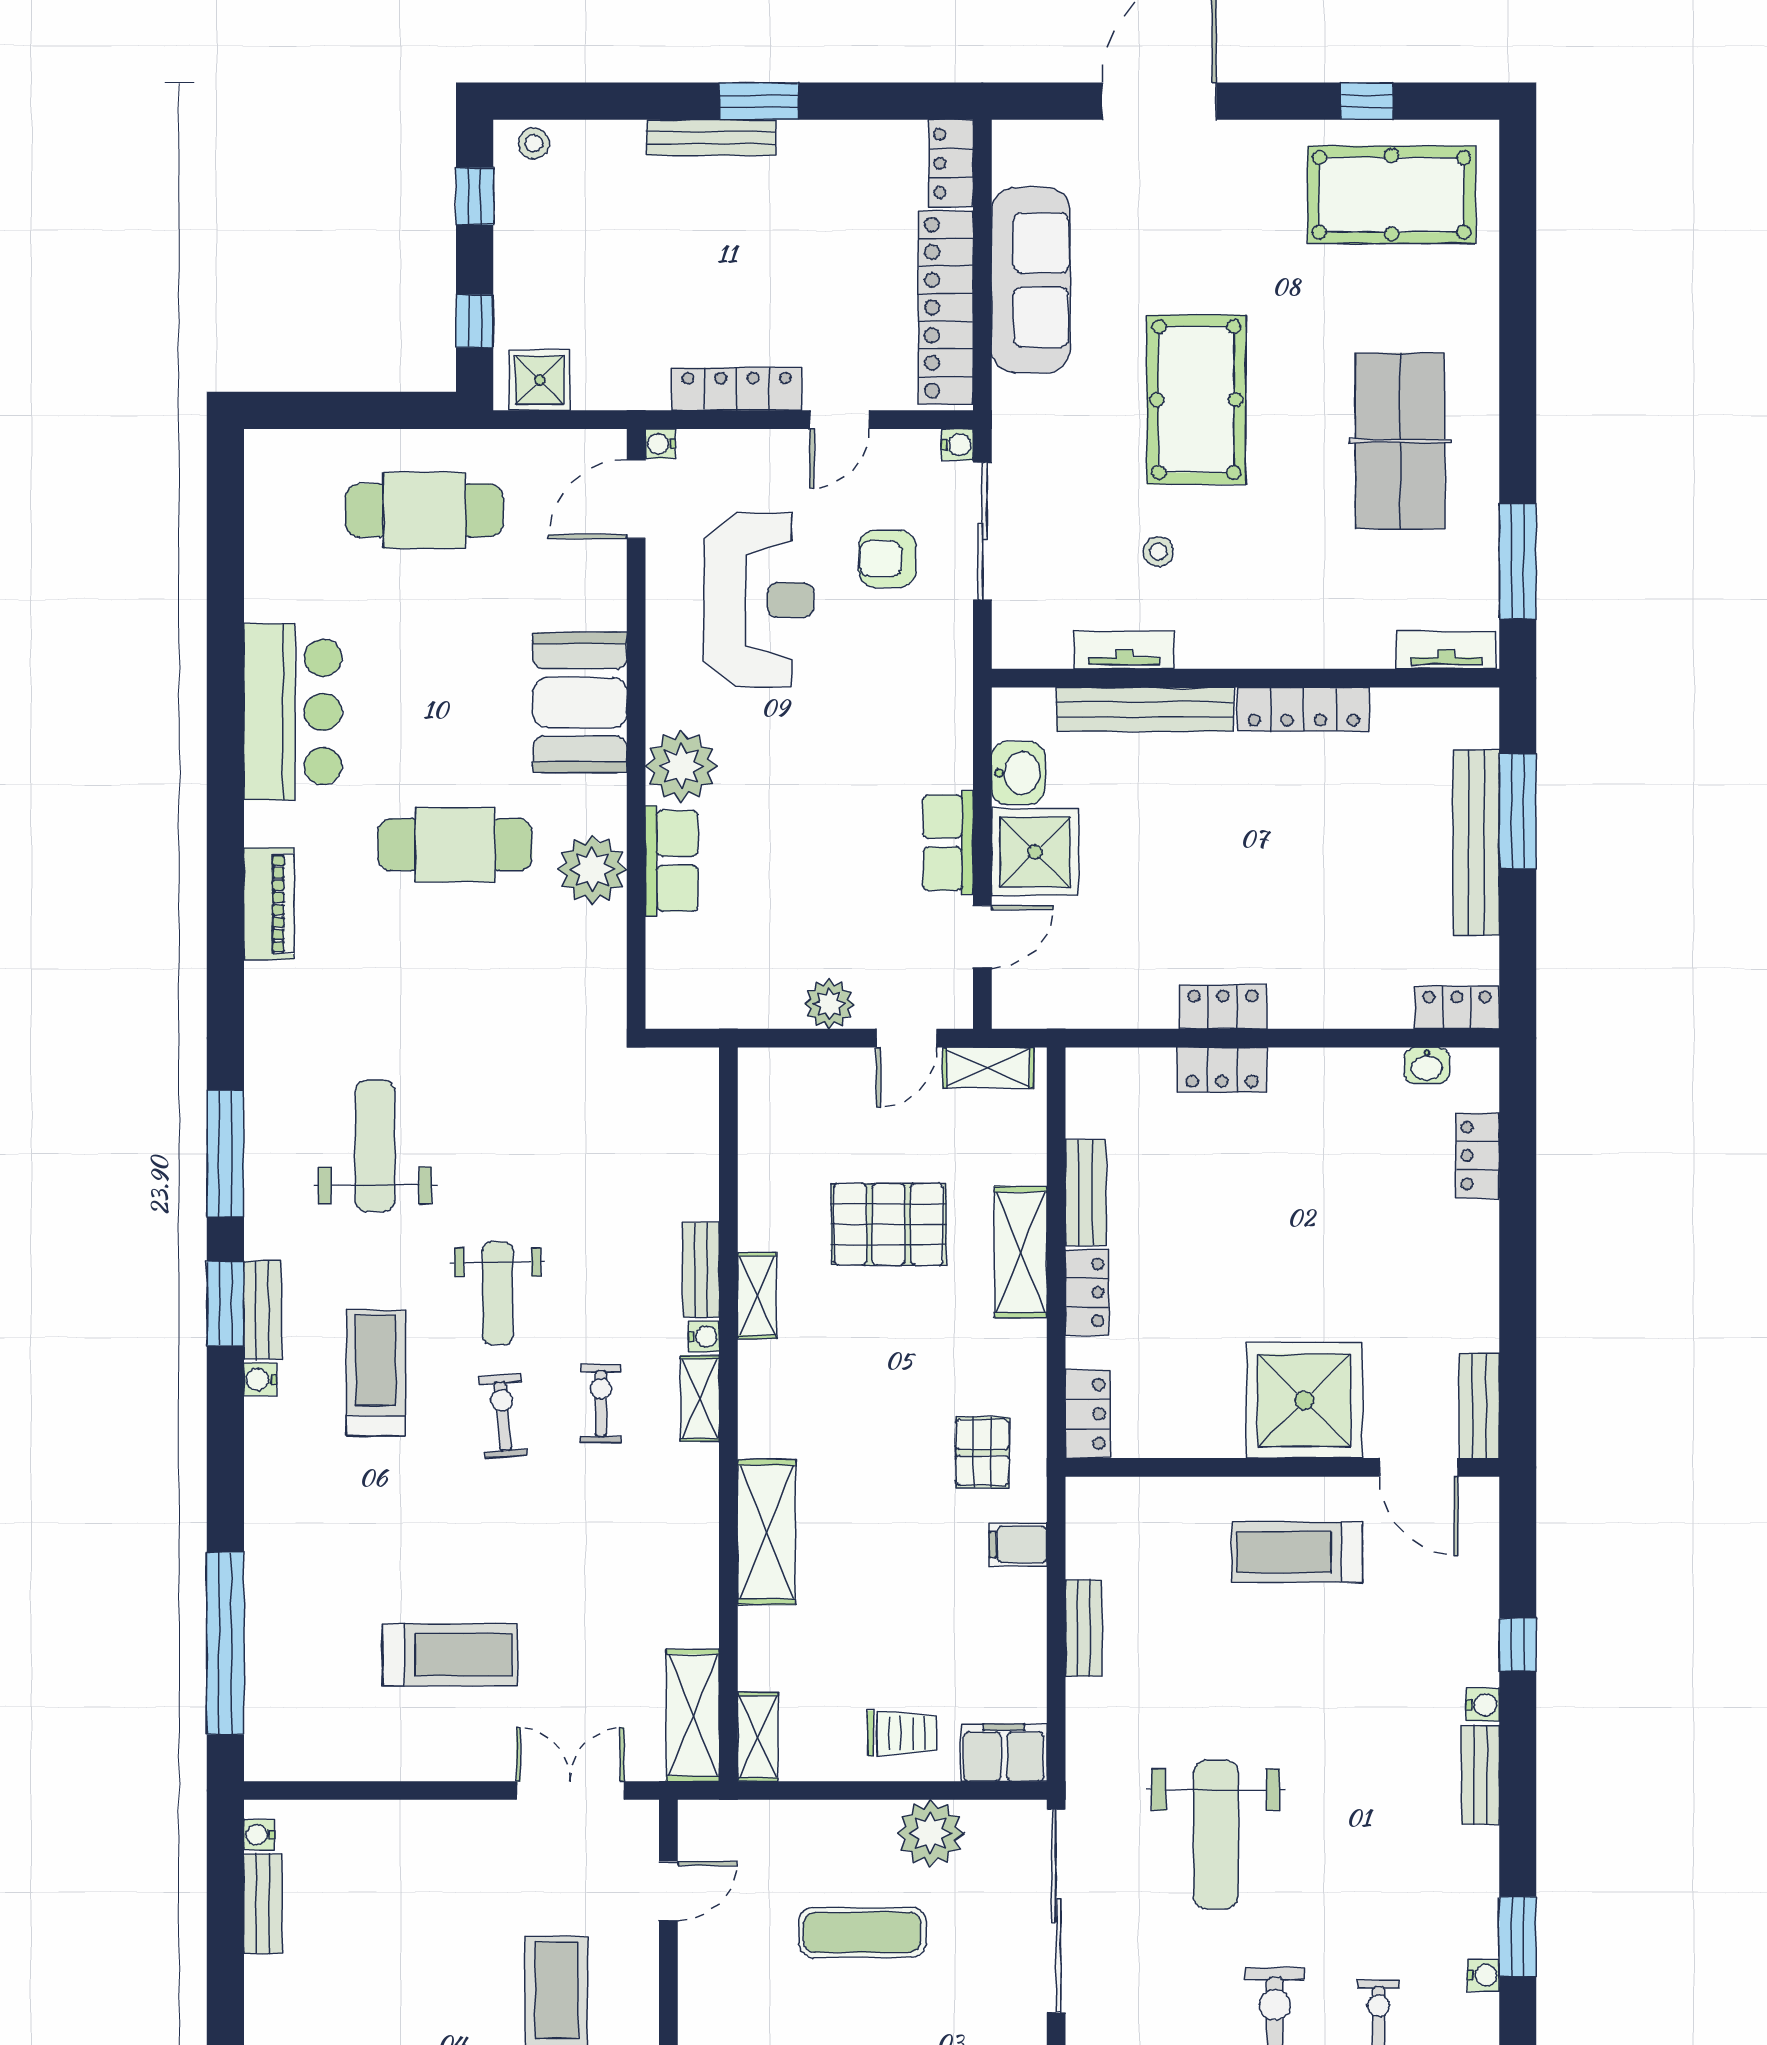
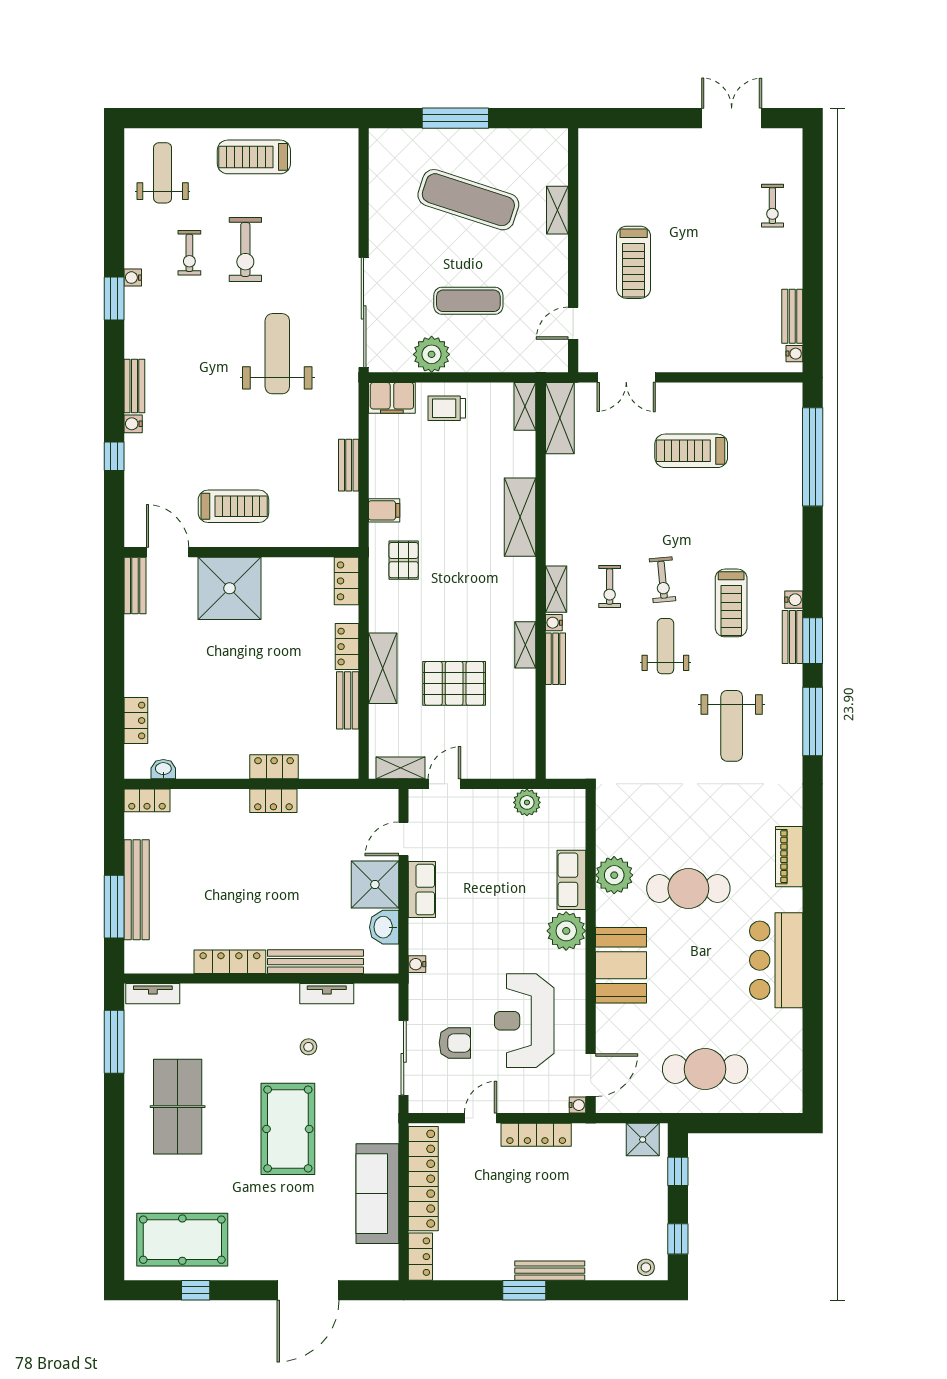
water cooler: (957, 445) -> (417, 964), moved
plant: (829, 1004) -> (527, 802), moved

